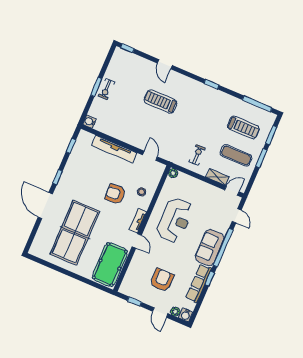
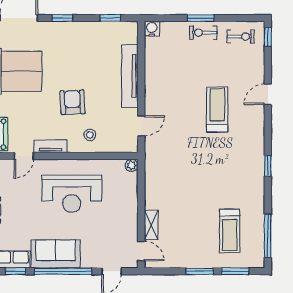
exercise bike: (197, 155) -> (241, 37), moved
exercise mat: (236, 155) -> (189, 237), removed

